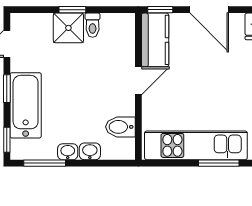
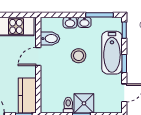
door: (138, 81) -> (38, 56), moved
stool: (77, 101) -> (79, 56), added

